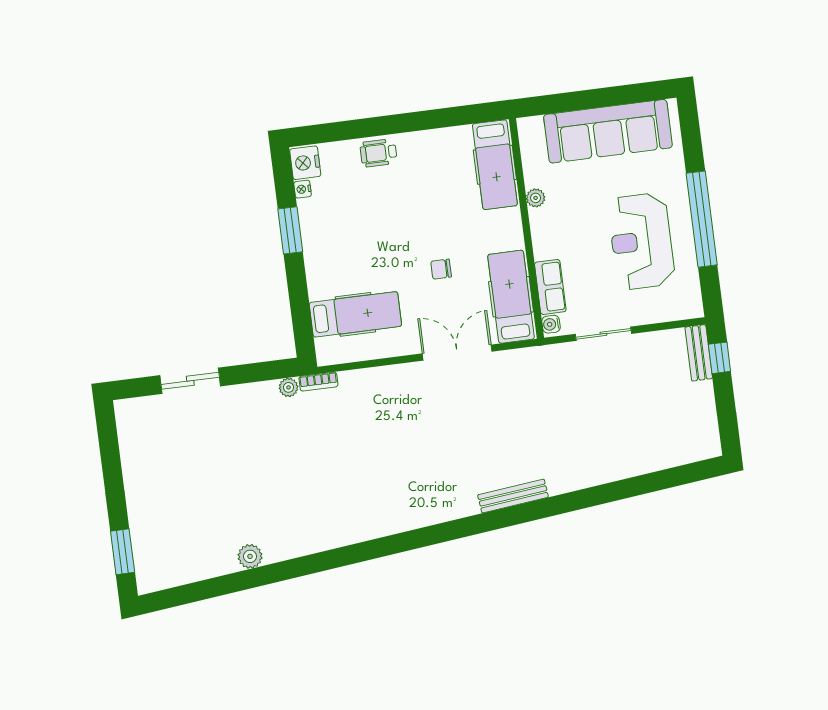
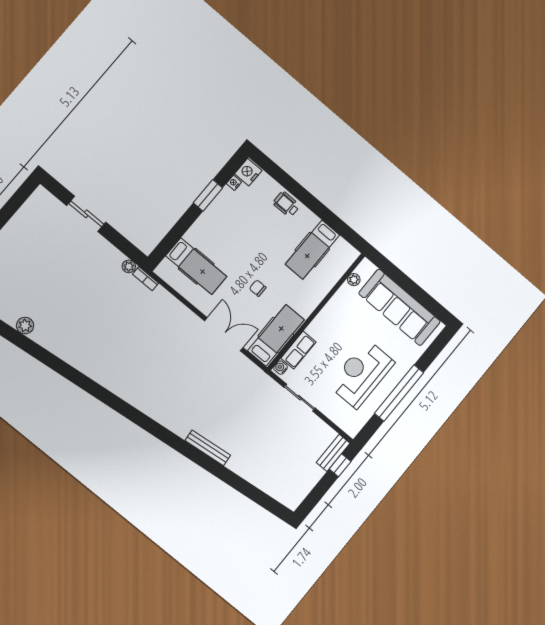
hospital bed: (495, 165) -> (312, 250), moved
plant: (536, 198) -> (354, 280), moved
bench: (513, 496) -> (208, 448), moved

